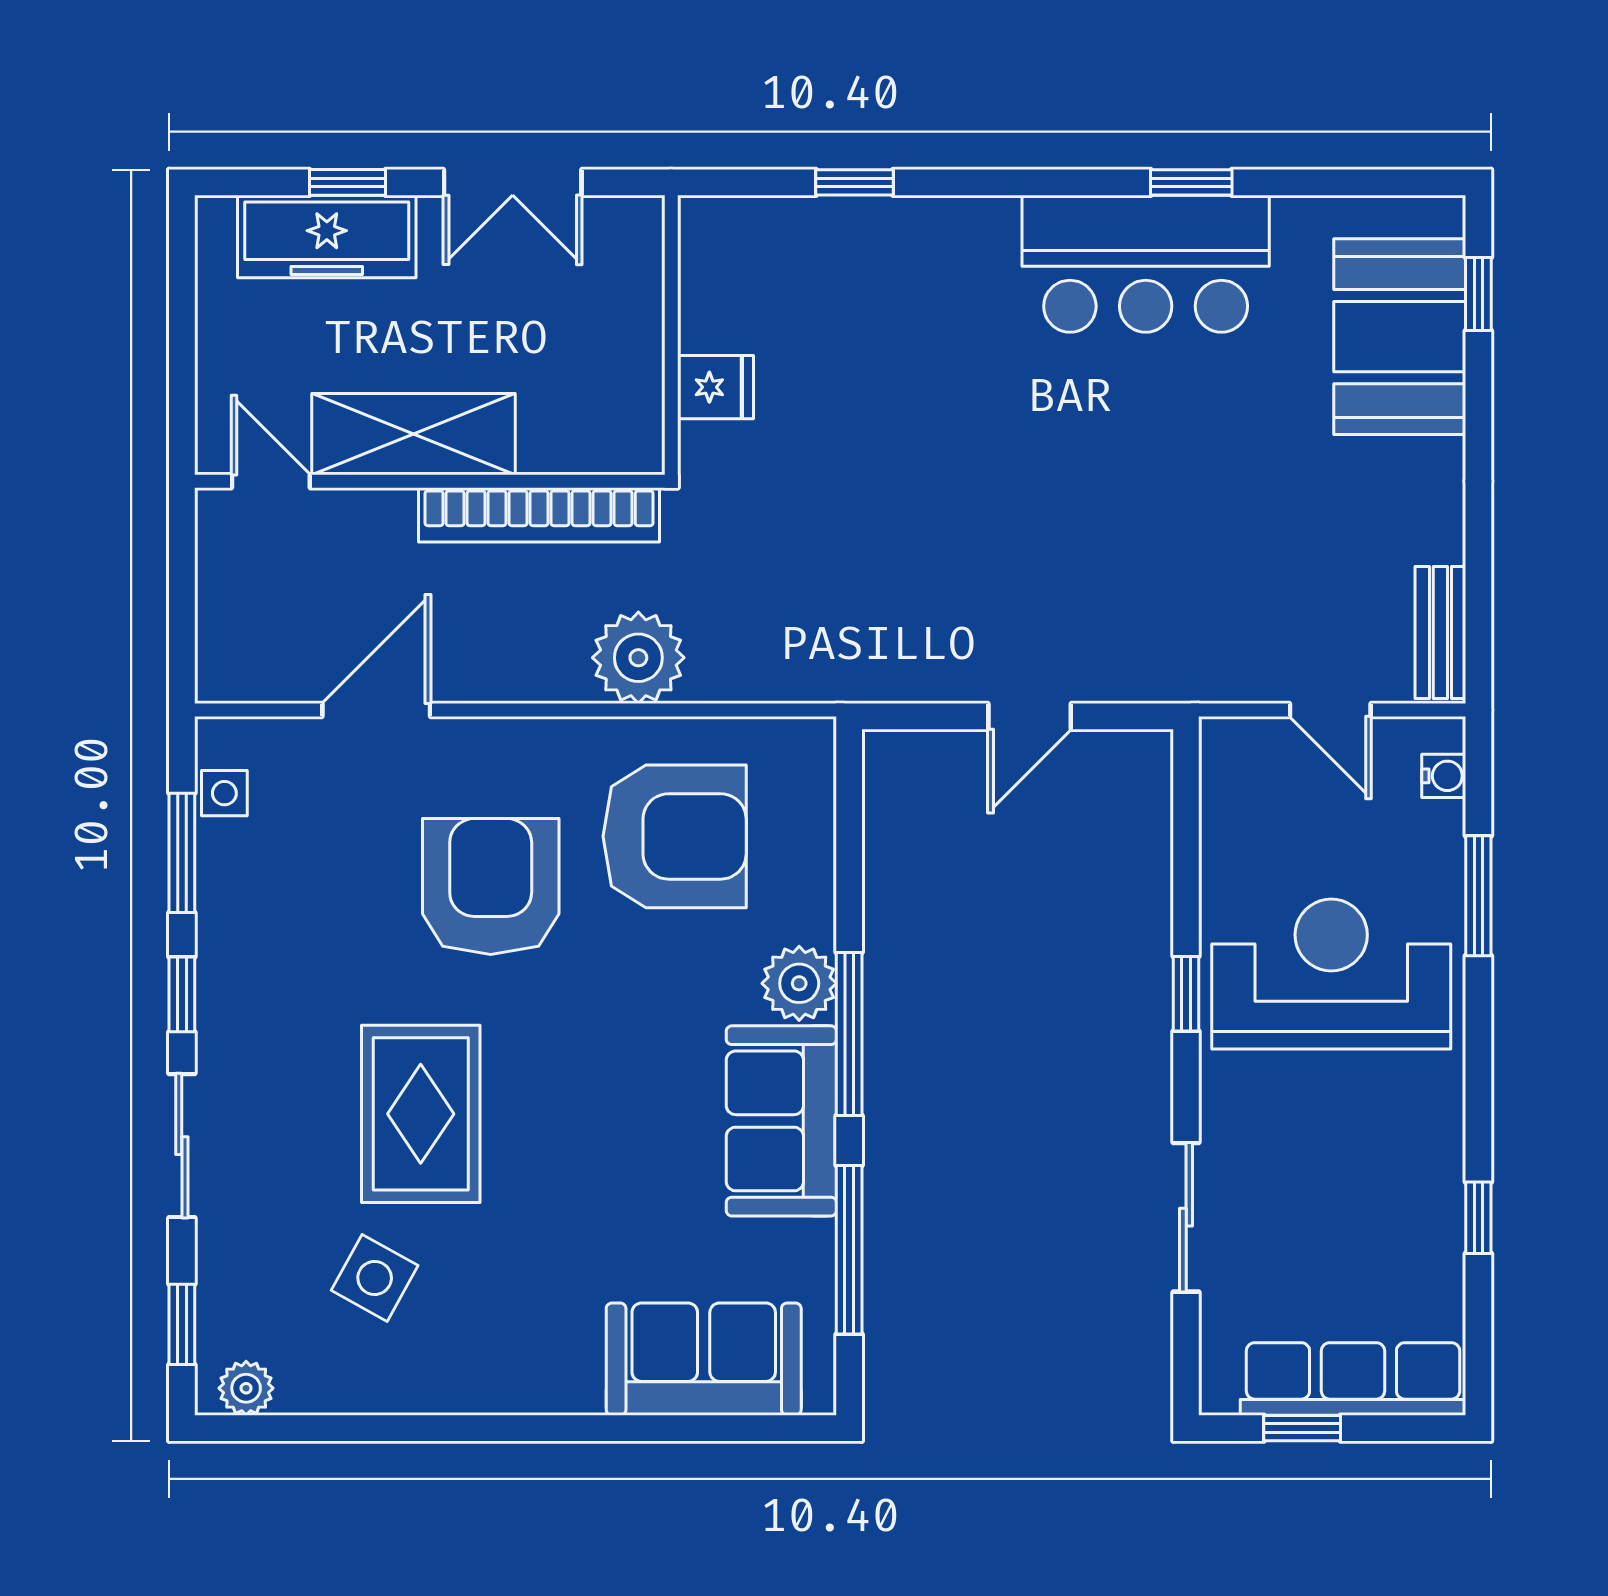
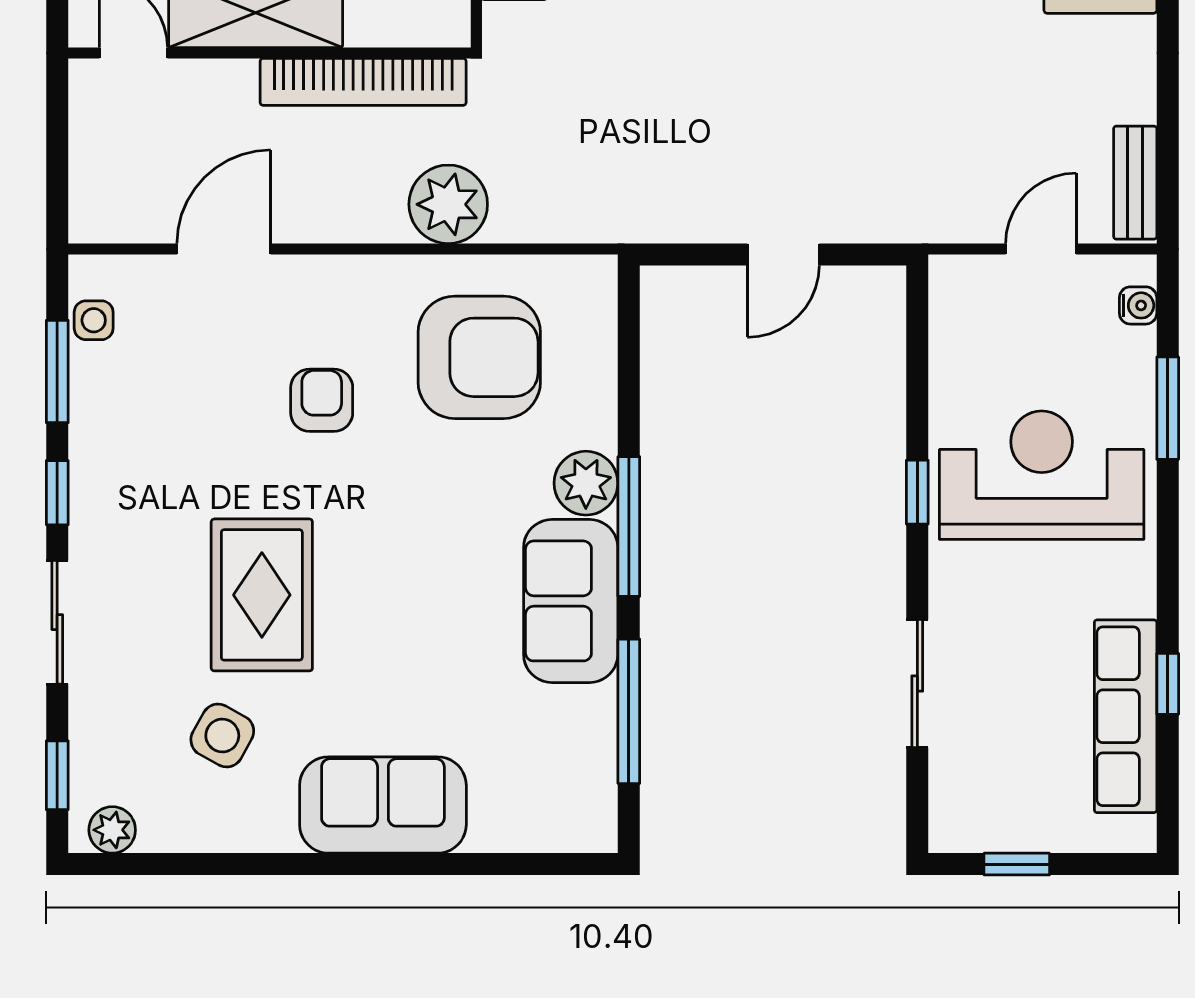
door: (1330, 710) -> (1041, 249), swing flipped
armchair: (491, 887) -> (322, 400), width x0.53, depth x0.53
sofa: (704, 1359) -> (383, 805), moved
row of seats: (1353, 1379) -> (1126, 716), moved, turned -90

